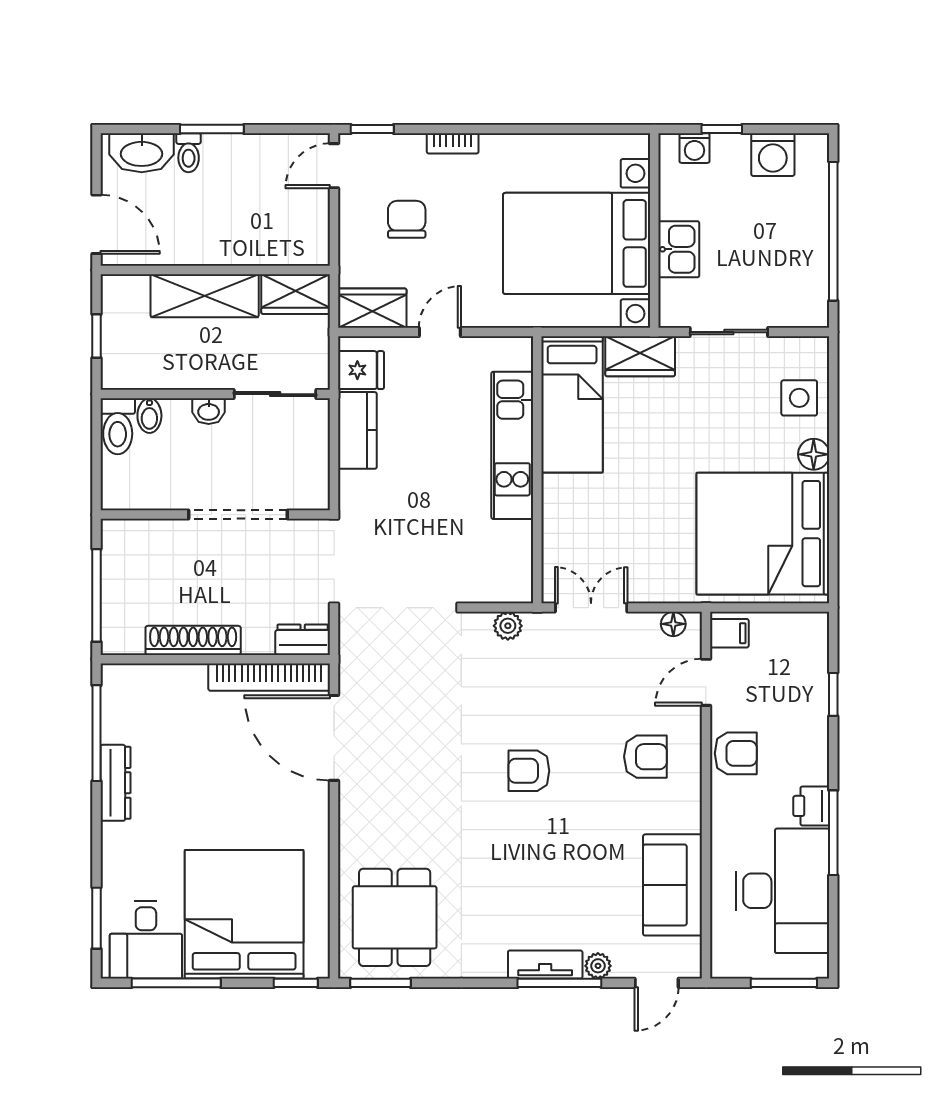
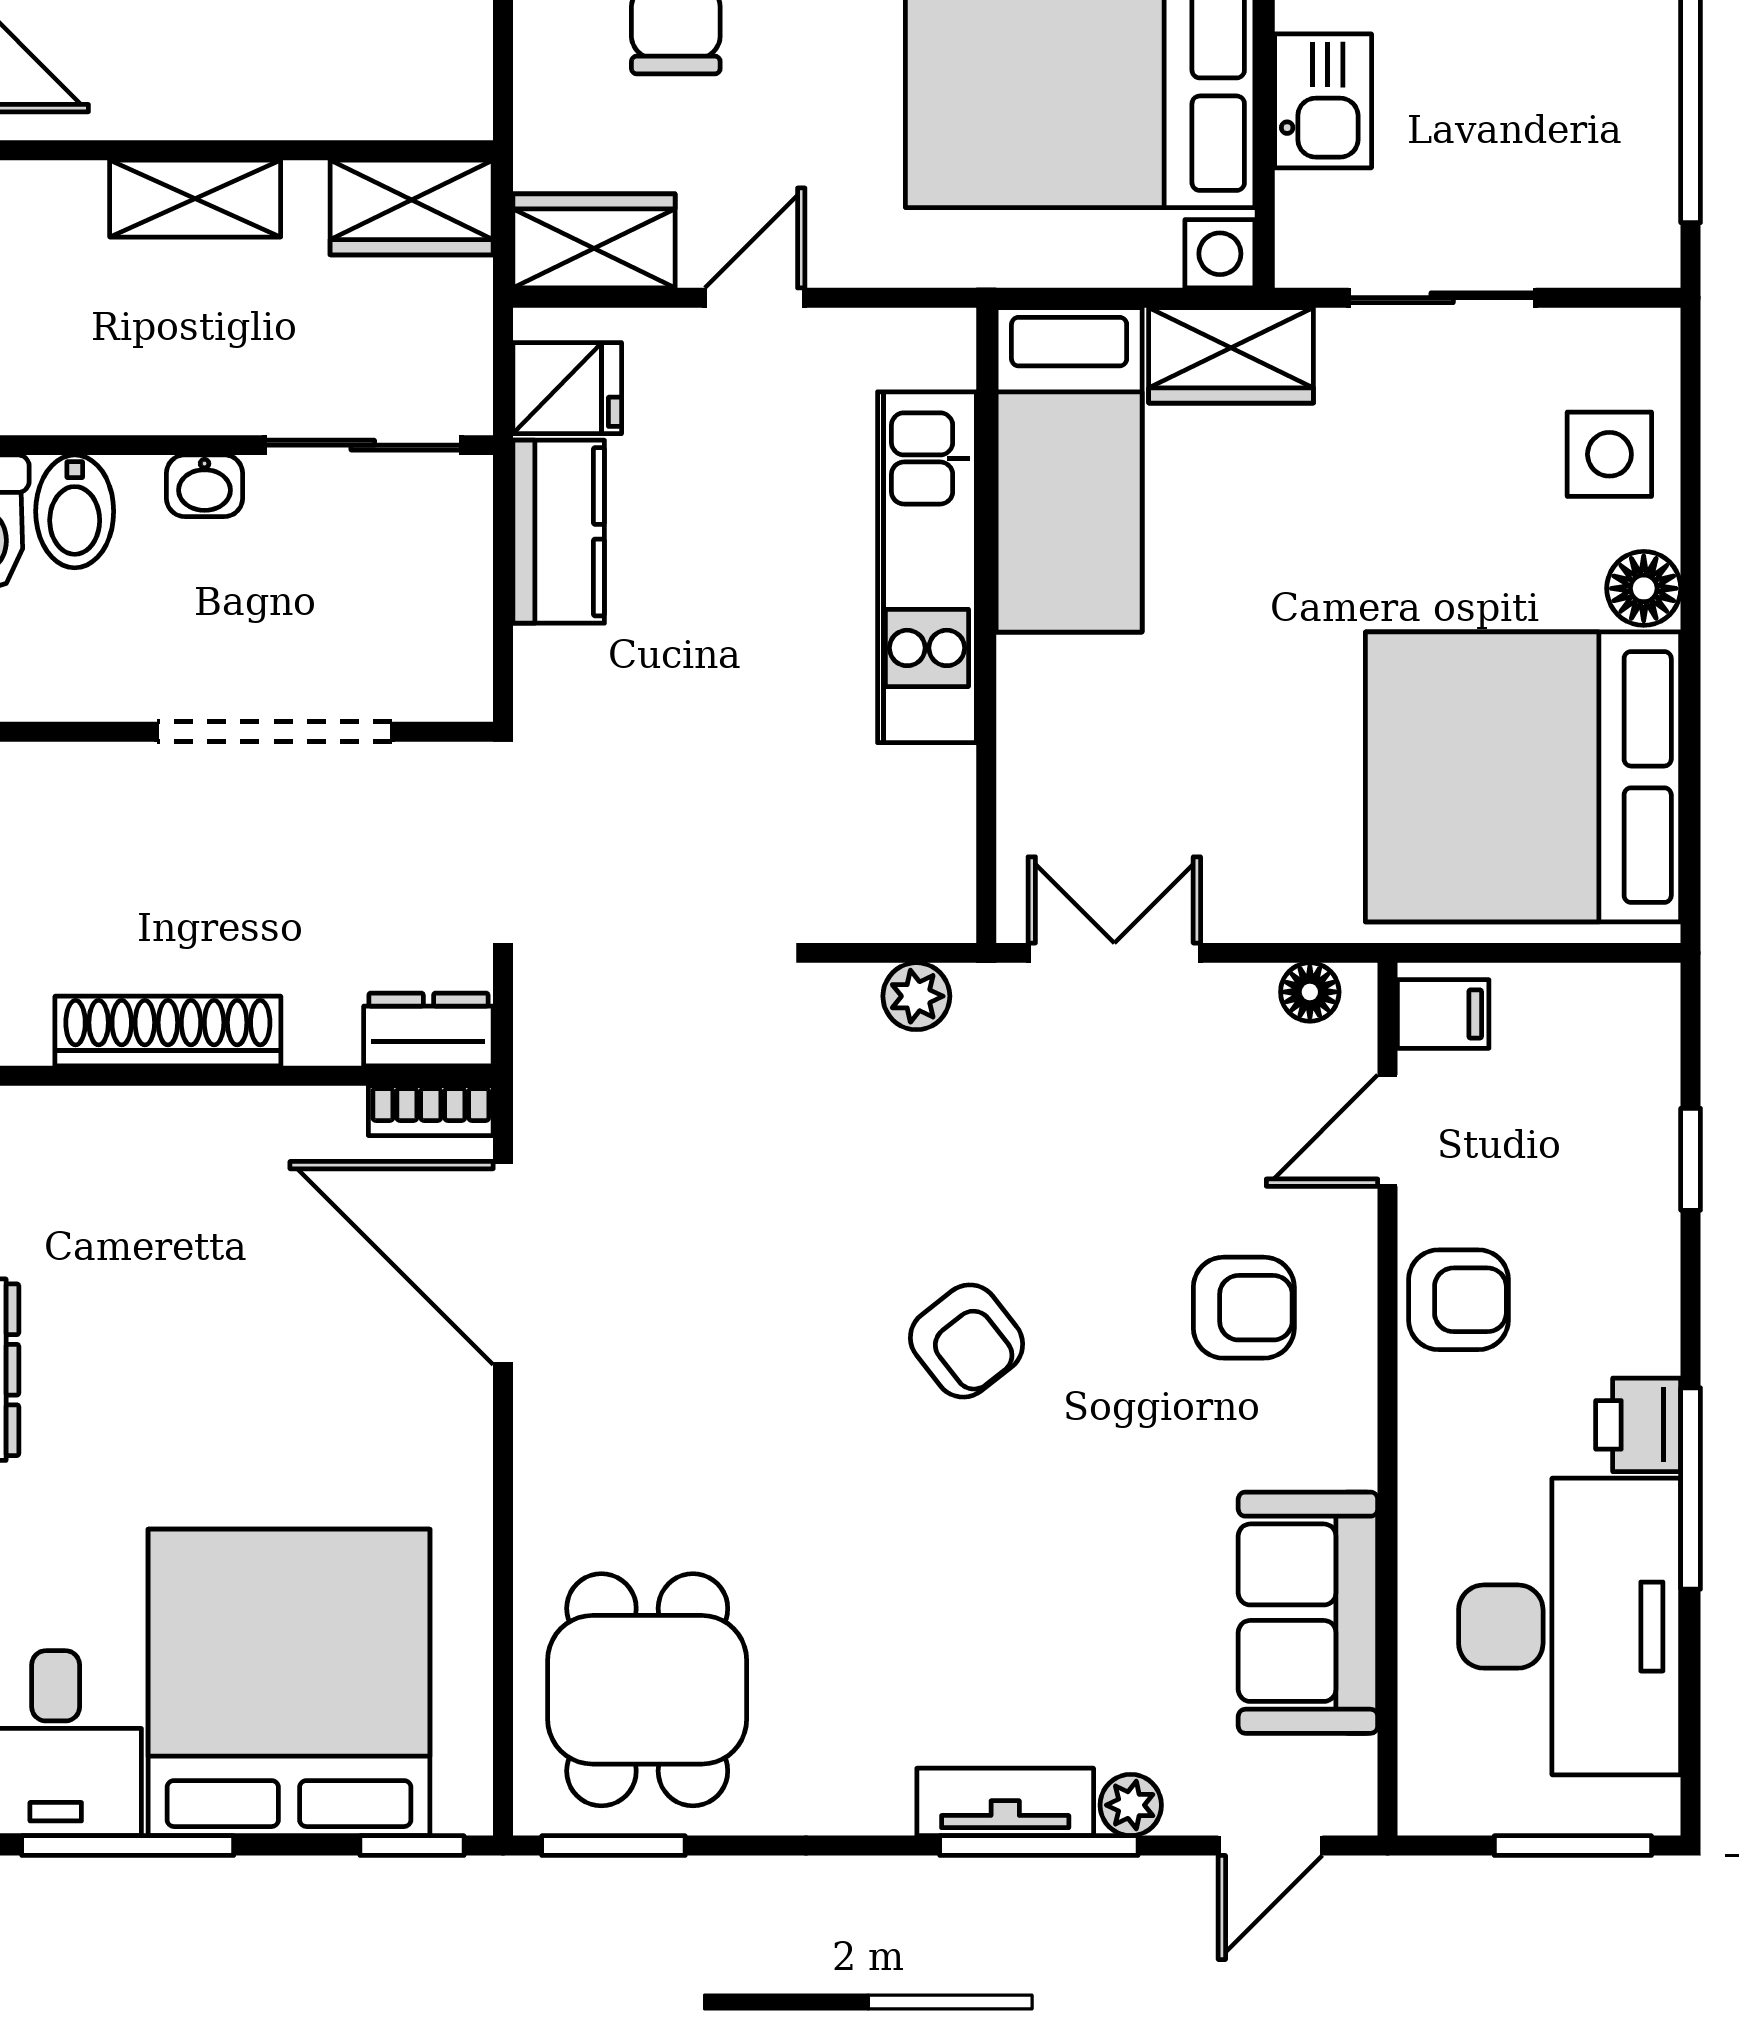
shelving: (205, 296) -> (195, 199), width x0.67, depth x0.75
bidet: (149, 416) -> (75, 511), width x1.38, depth x1.36
bookcase: (269, 677) -> (431, 1111), width x0.43, depth x0.76
armchair: (529, 771) -> (967, 1341), turned -128

